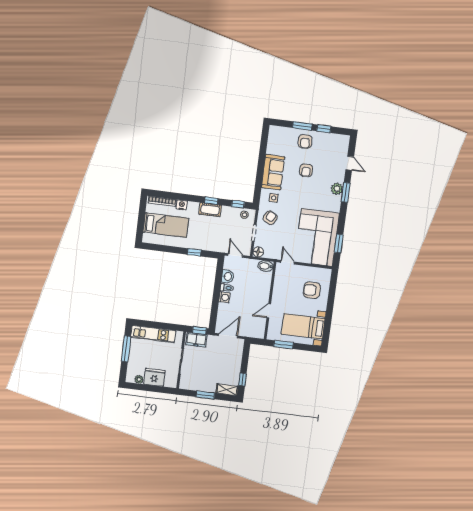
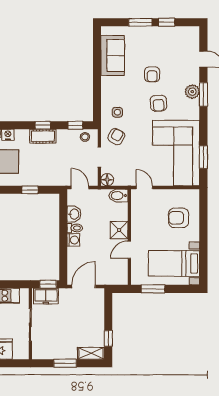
armchair: (305, 141) -> (158, 103), moved
sofa: (273, 172) -> (113, 56), moved
shower: (262, 294) -> (119, 230), added

